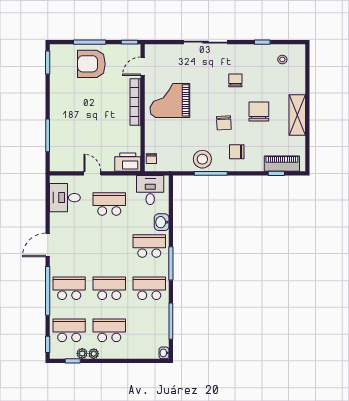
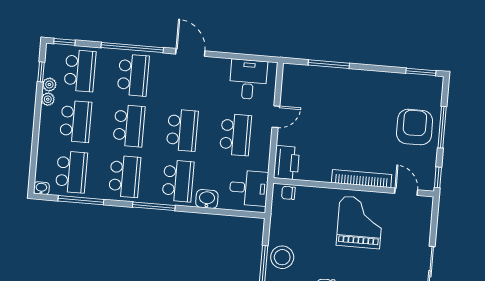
school desk: (109, 246) -> (182, 130), added
school desk: (149, 330) -> (71, 172), added

